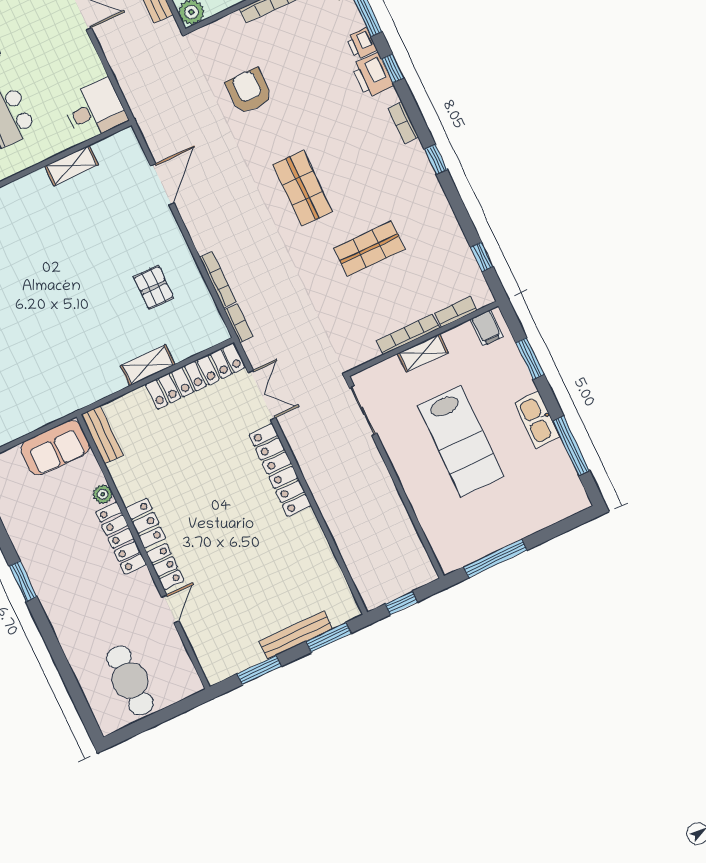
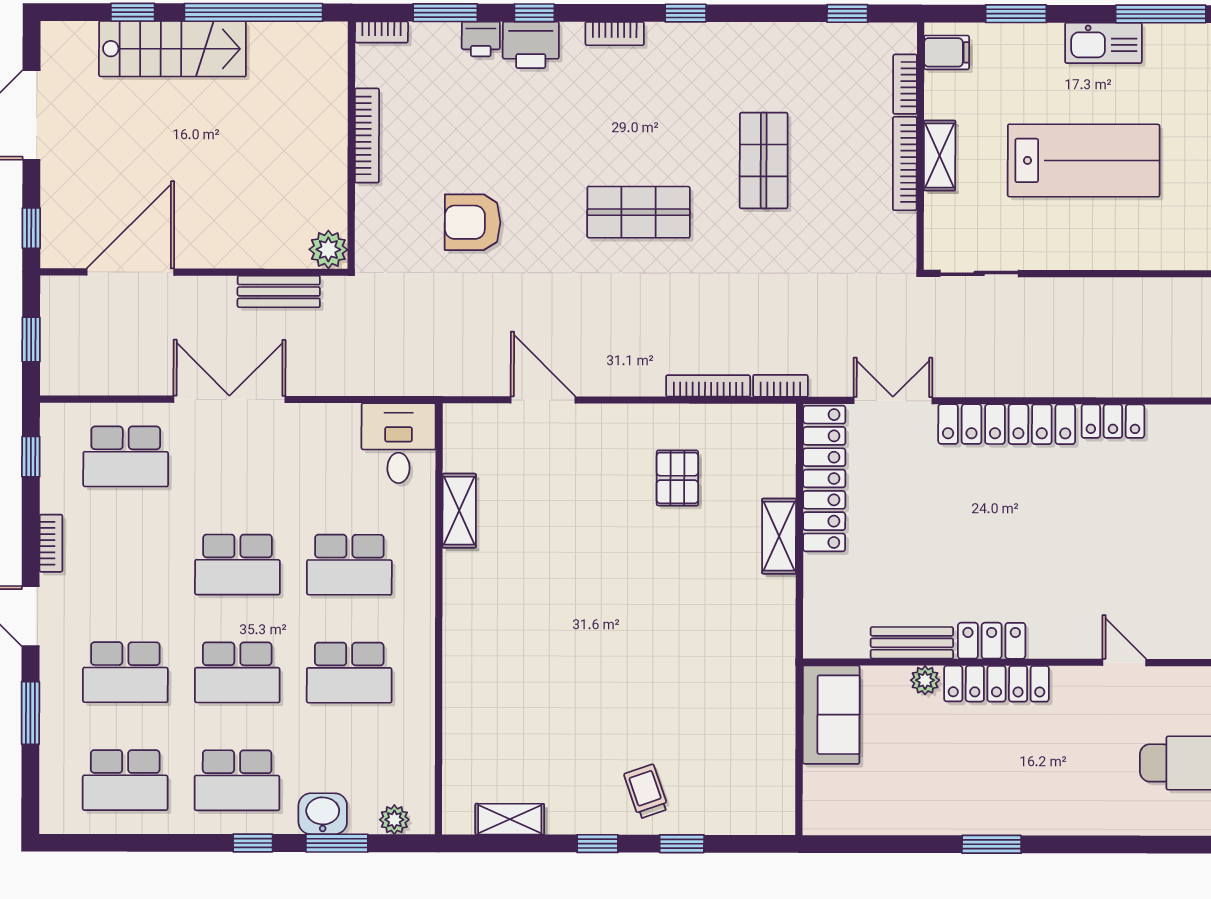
pallet: (154, 287) -> (677, 478), turned 90
bench: (102, 435) -> (912, 643), moved
locker: (165, 566) -> (1113, 421), moved, turned 180

